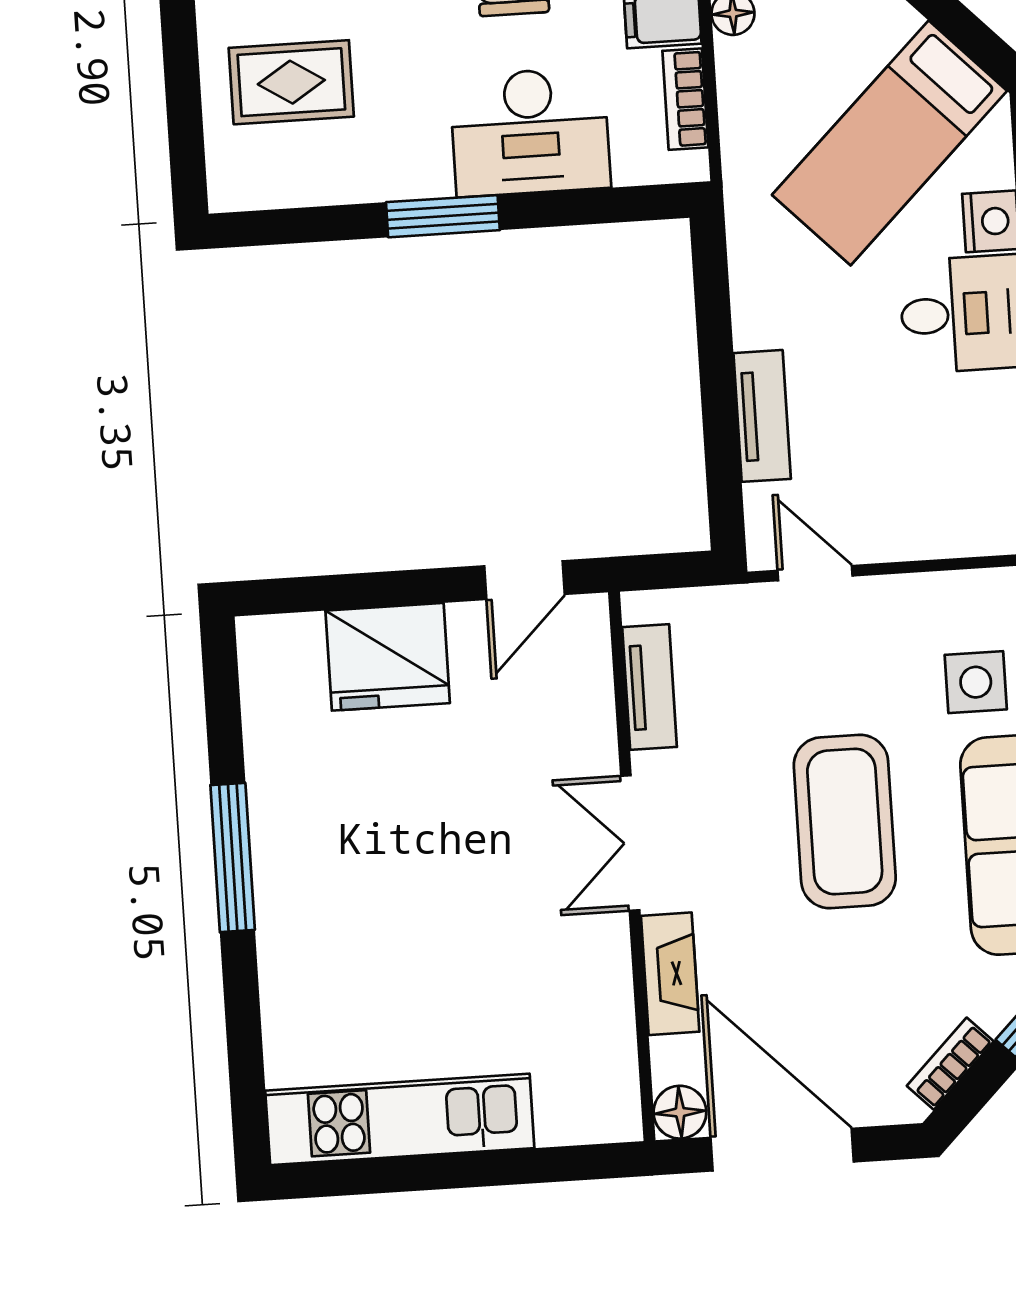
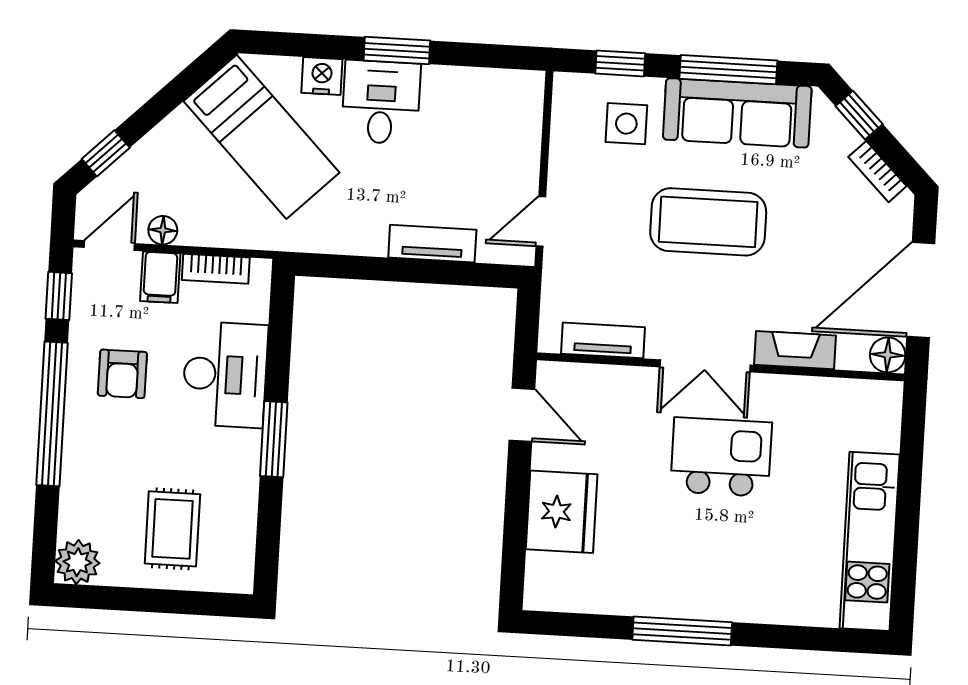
kitchen island: (498, 884) -> (721, 457), added

